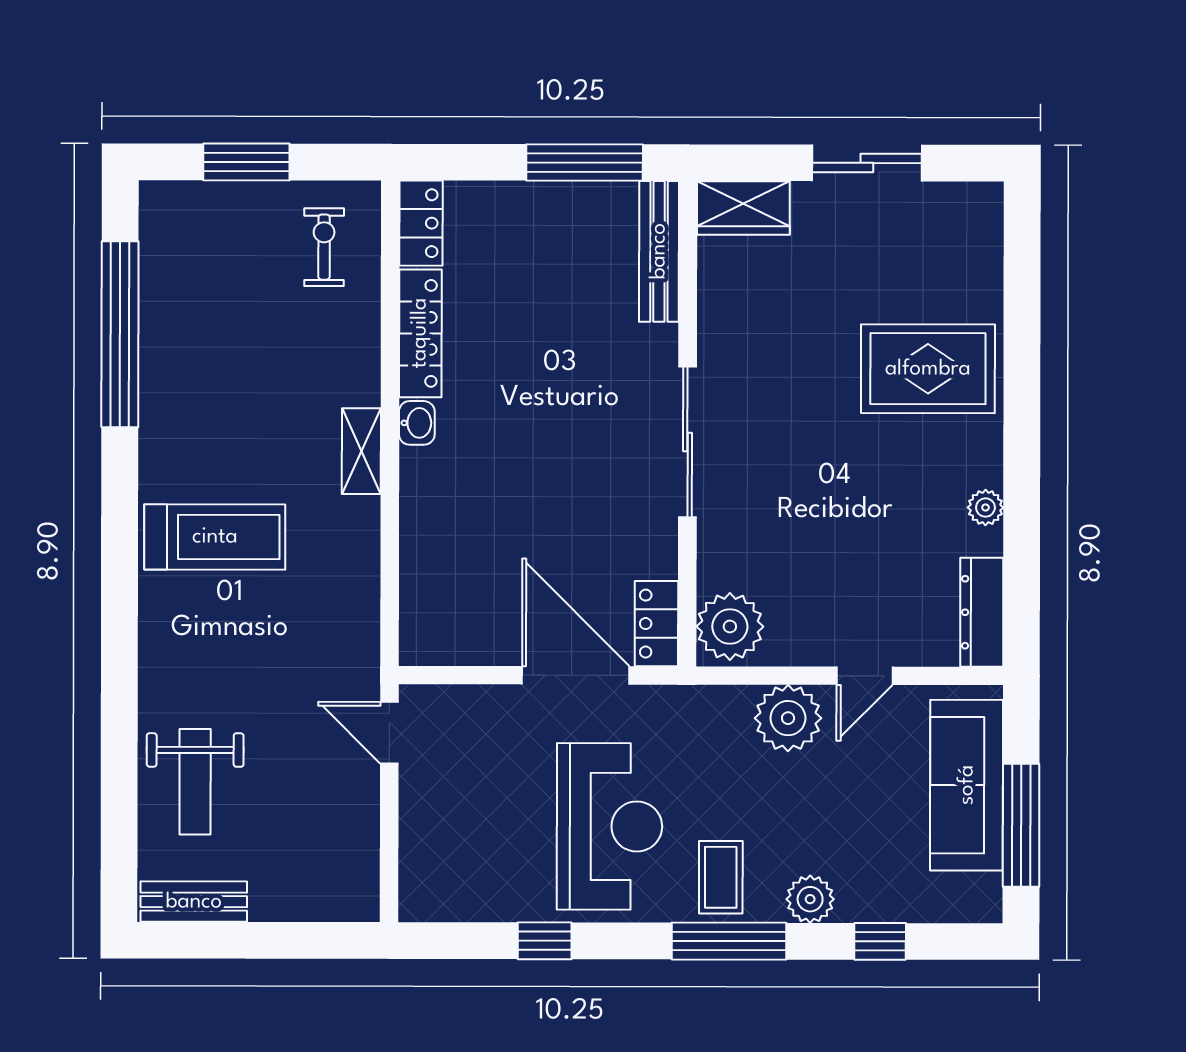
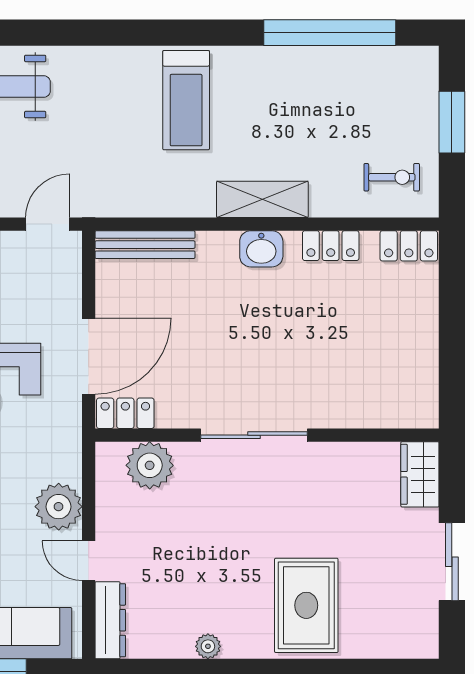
window: (585, 162) -> (452, 362), removed
bench: (659, 251) -> (145, 245), moved
locker: (420, 333) -> (331, 246), width x0.66
washbasin: (417, 423) -> (261, 249), width x1.38, depth x1.45
shelving: (361, 451) -> (262, 199), width x1.50, depth x1.33
dresser: (982, 612) -> (110, 620), moved, turned 90
plant: (730, 626) -> (150, 465), moved

